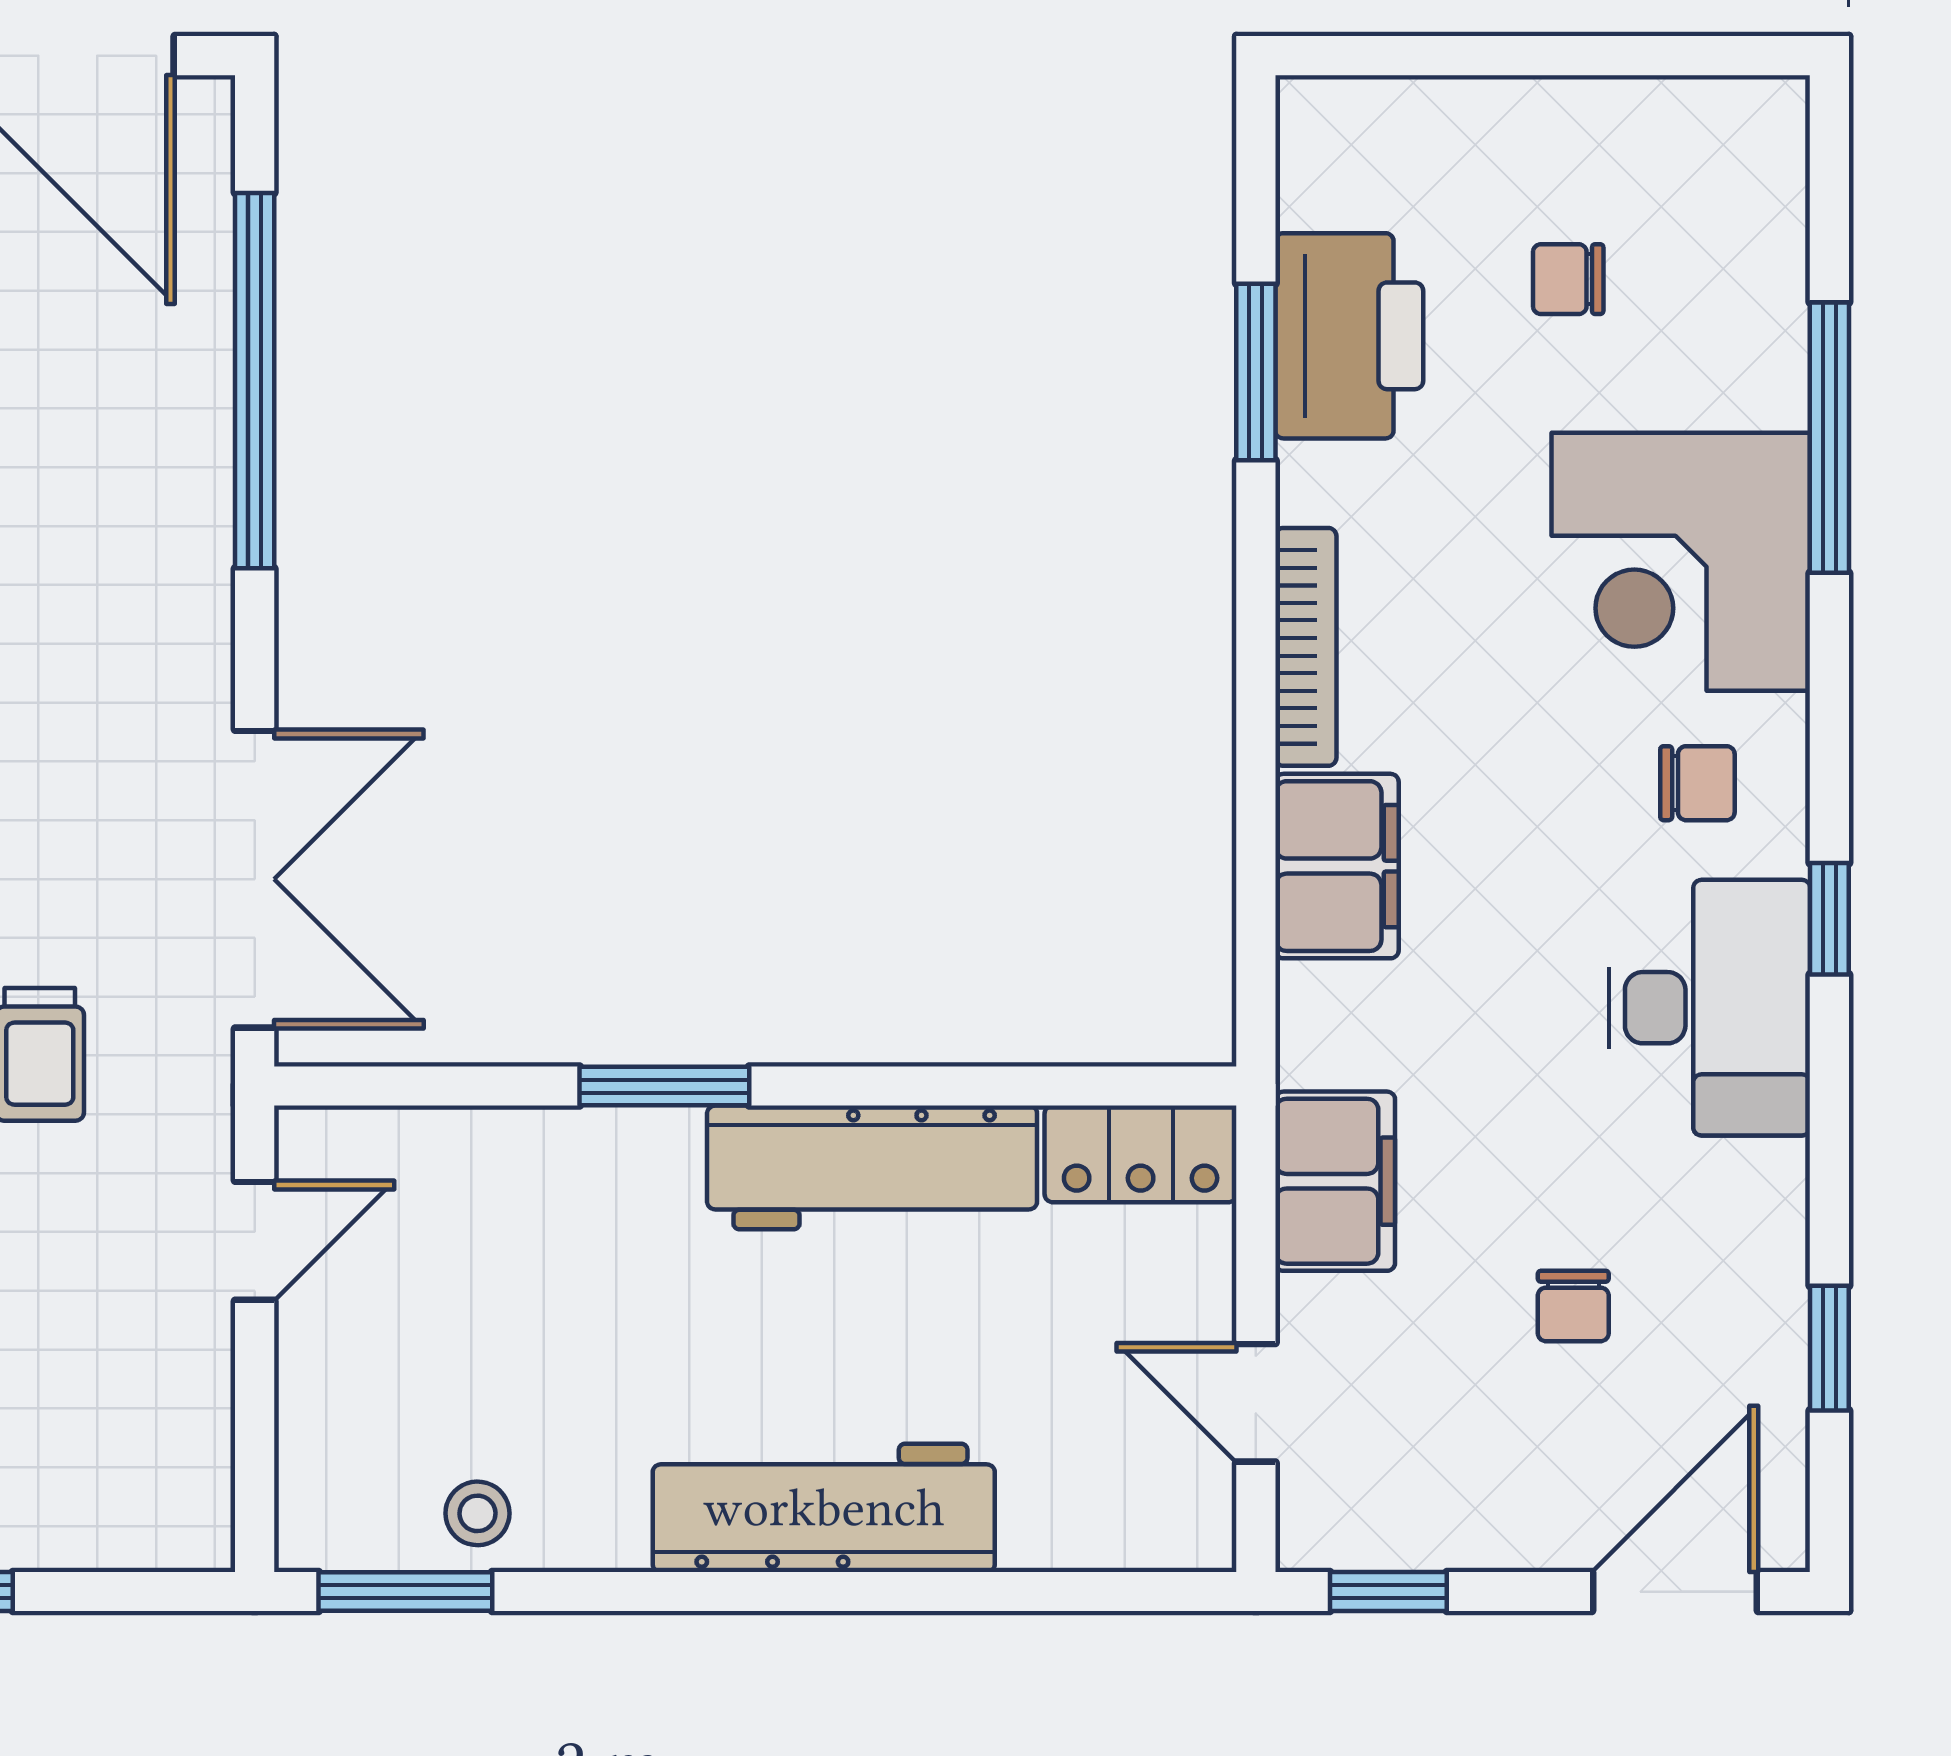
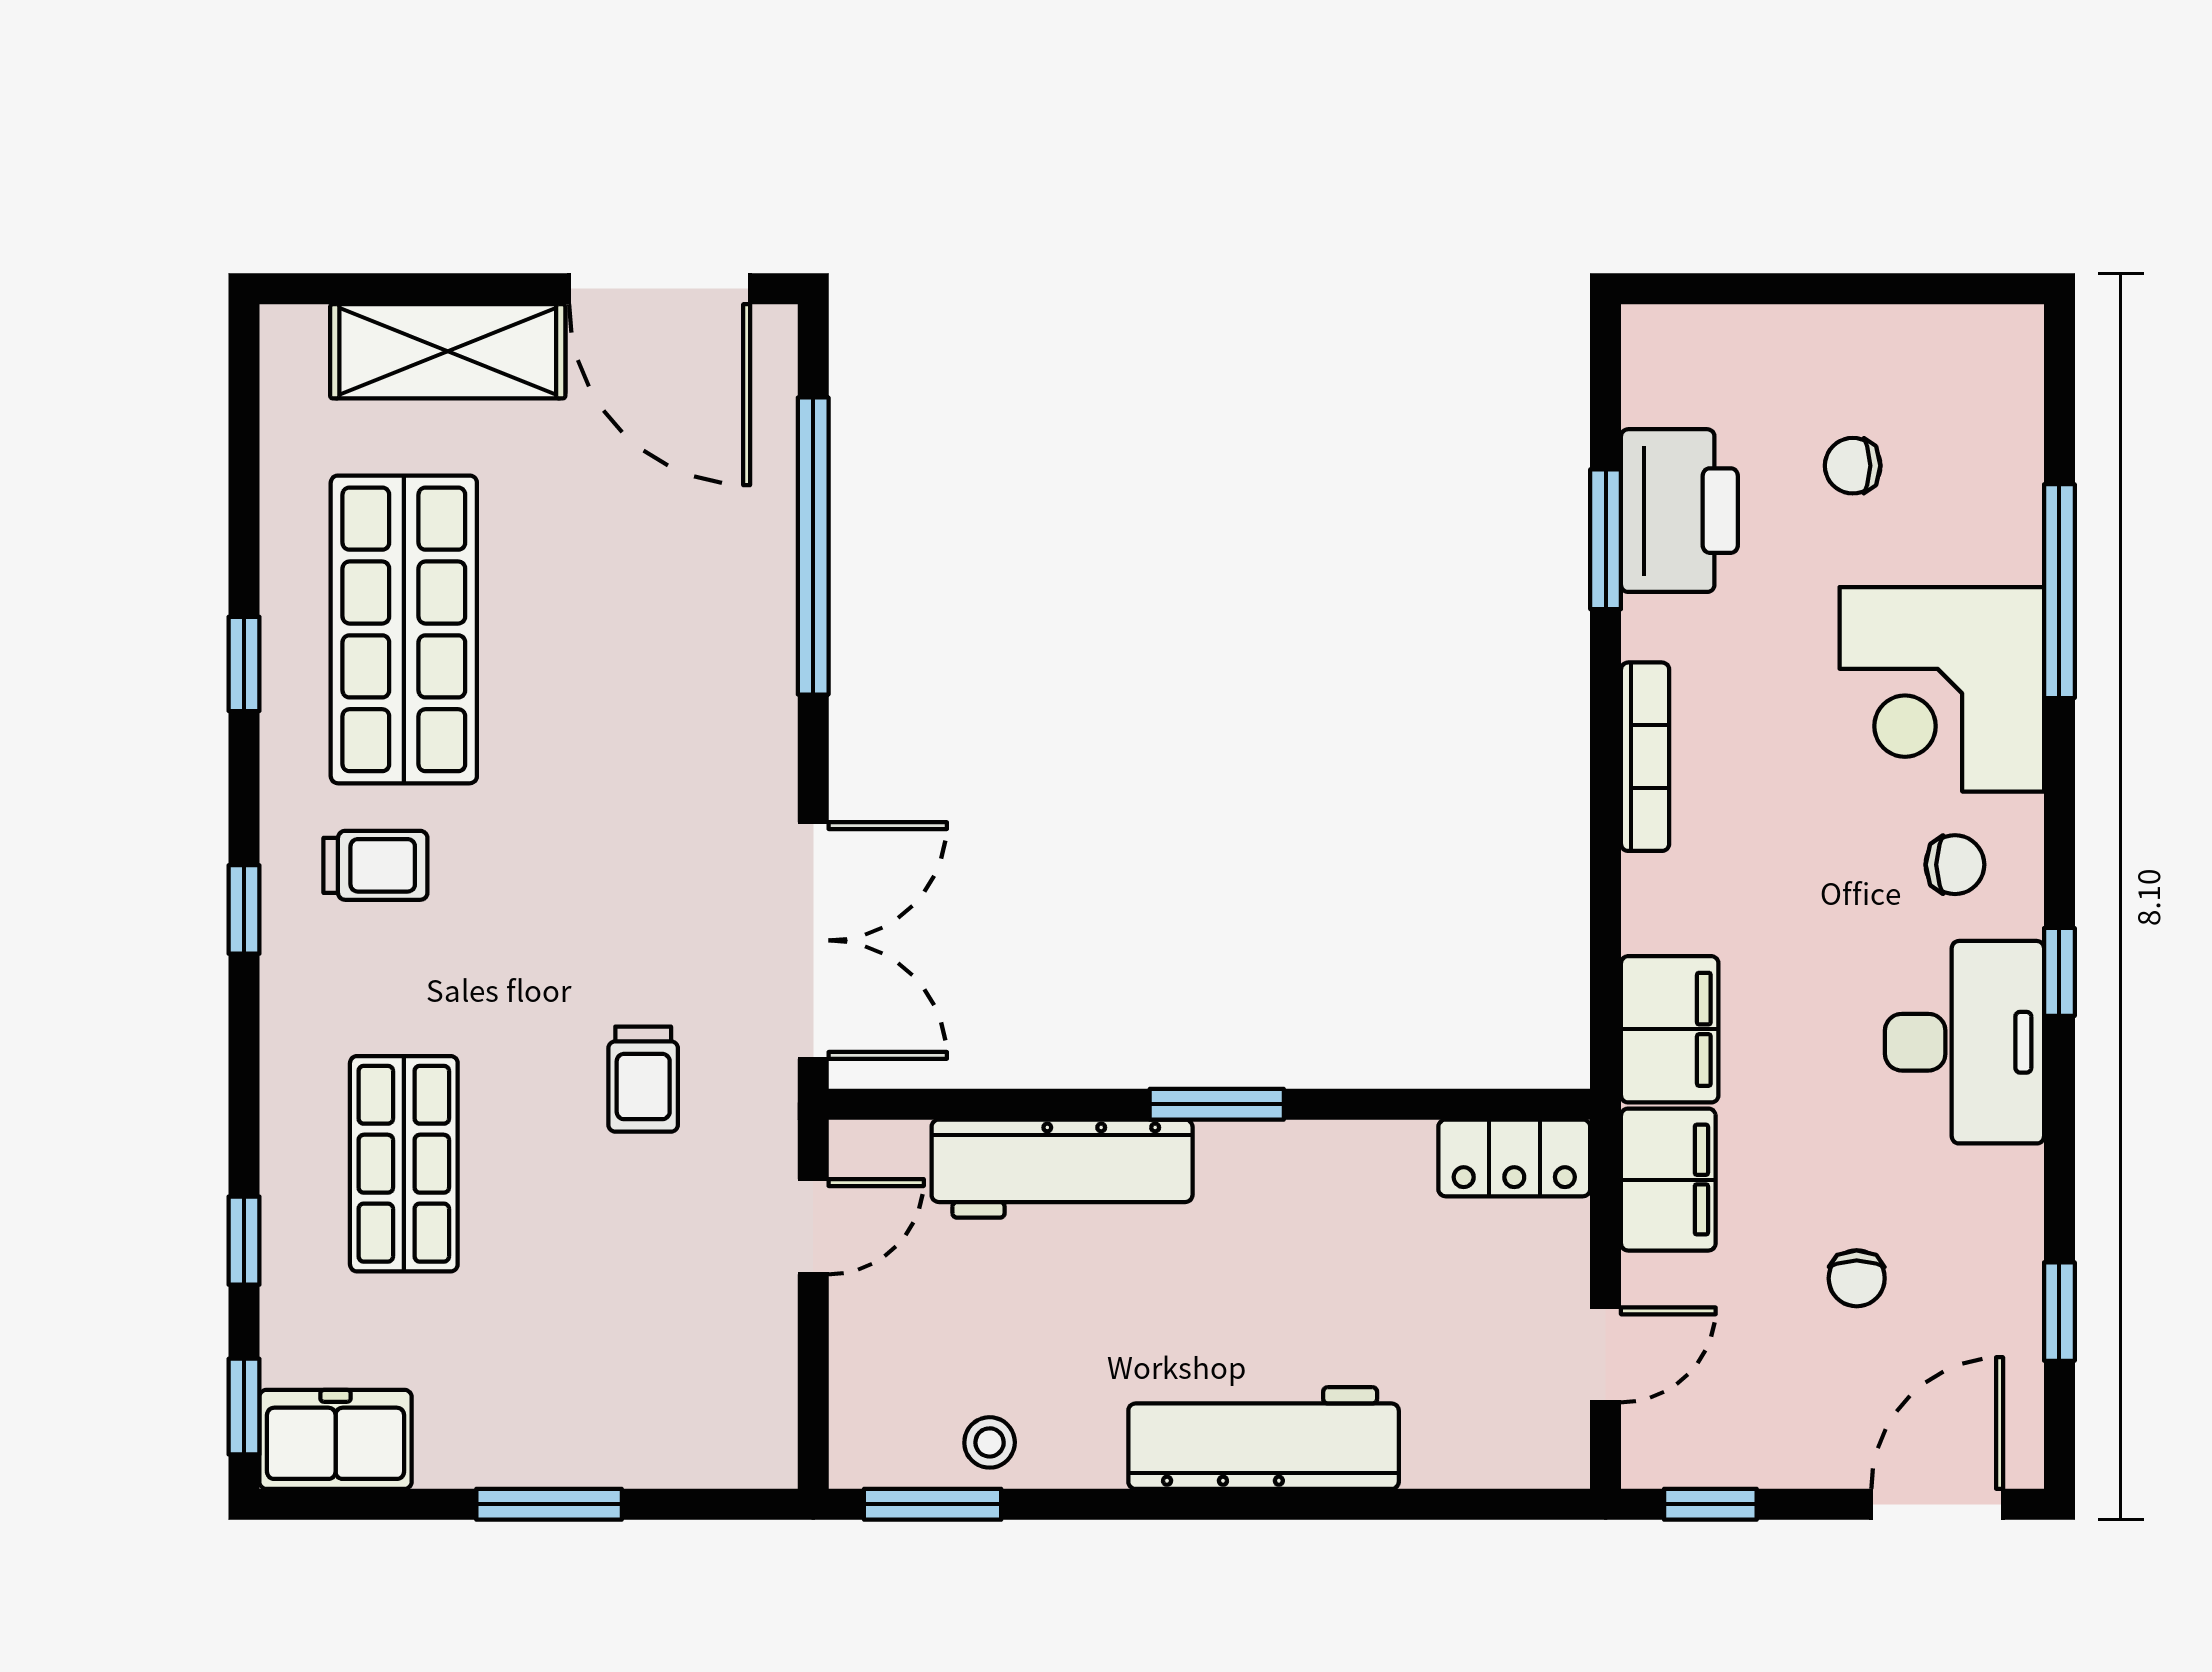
filing cabinet: (1337, 866) -> (1670, 1029), moved
window: (664, 1086) -> (1217, 1104), moved
workbench: (872, 1167) -> (1062, 1169), moved
door: (1256, 1403) -> (1606, 1355), swing flipped

